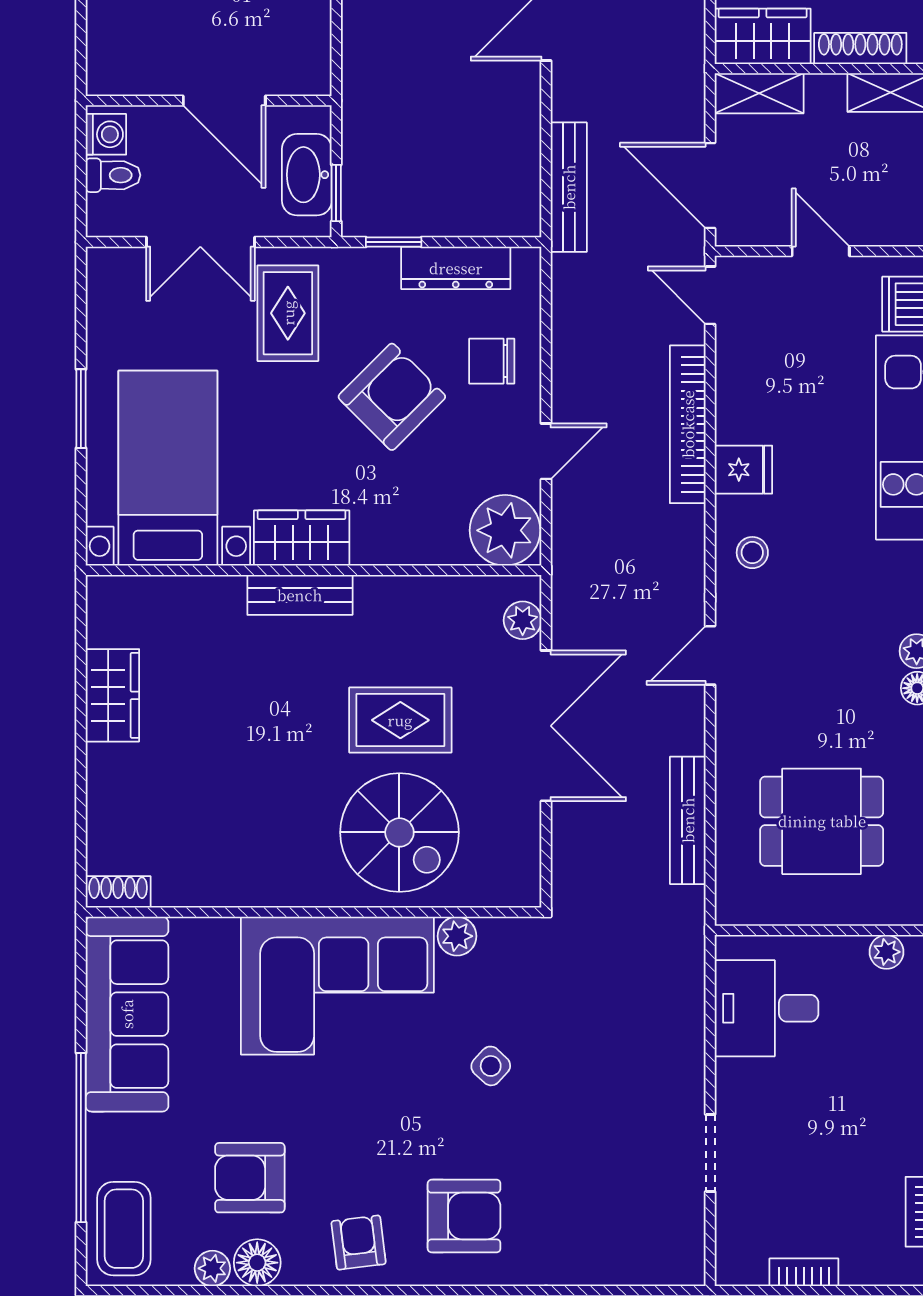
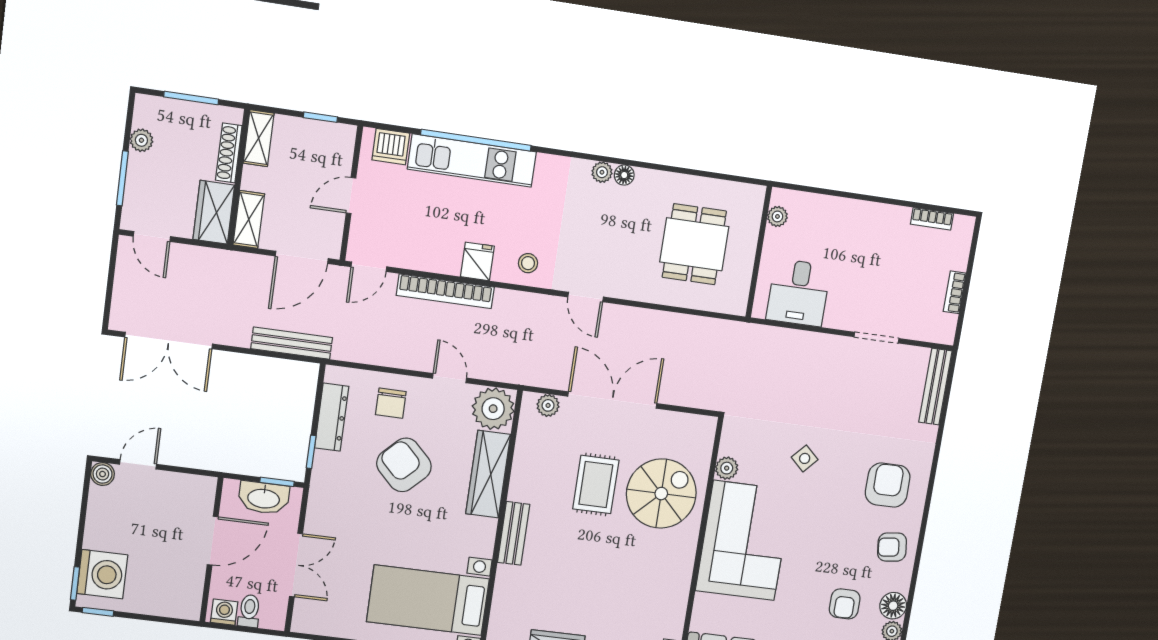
rug: (288, 313) -> (346, 519), removed
wardrobe: (302, 538) -> (488, 474), moved, width x1.50
bench: (688, 820) -> (935, 387), moved, turned 90
armchair: (250, 1178) -> (845, 604), width x0.72, depth x0.72

